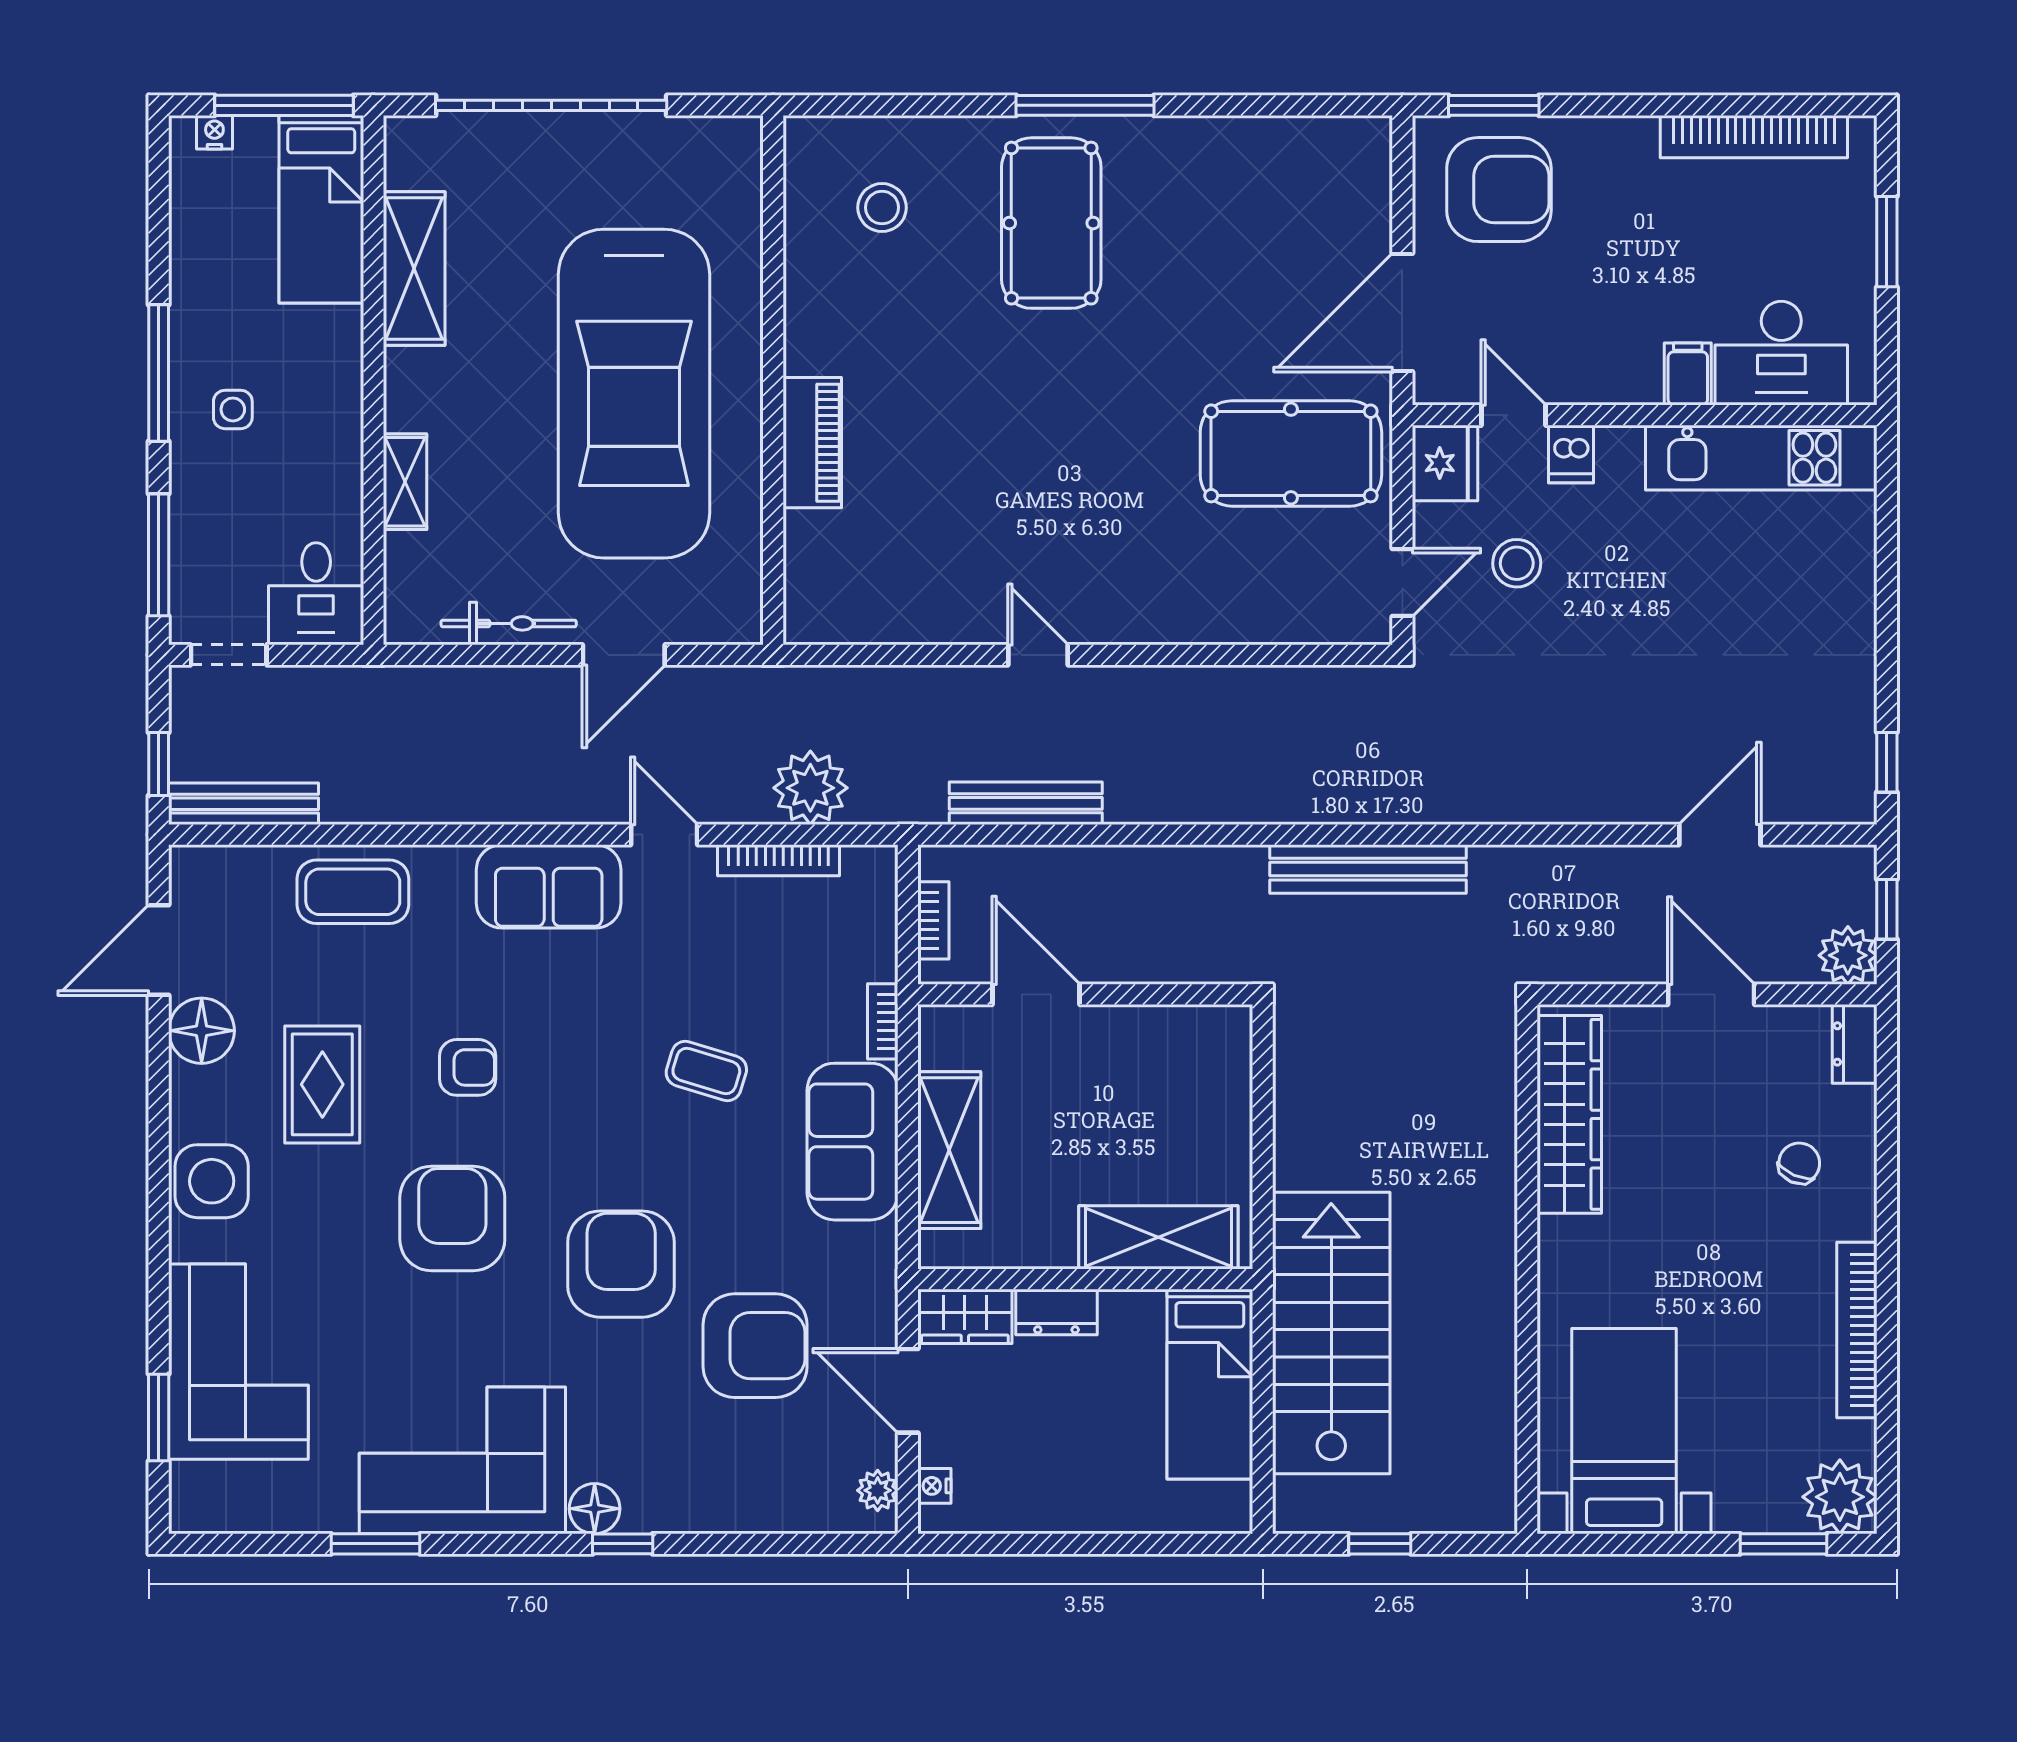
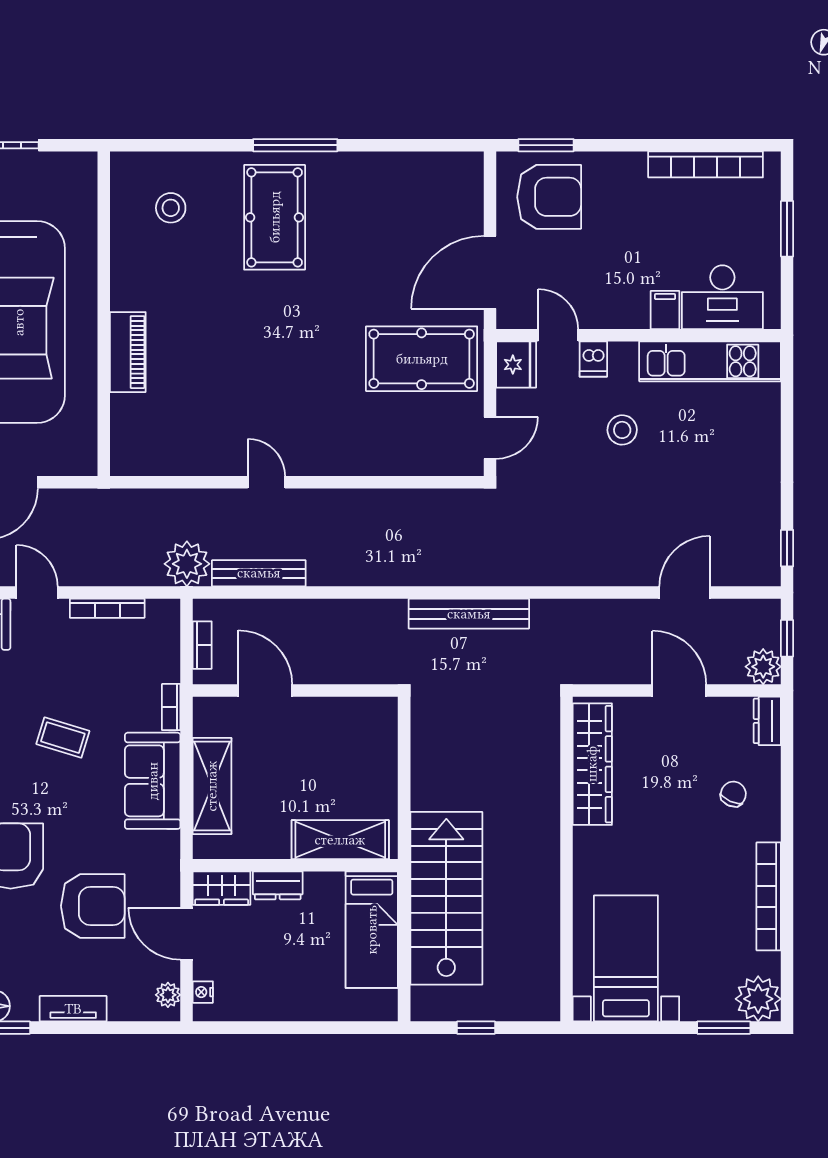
stool: (1517, 563) -> (622, 430), moved
plant: (810, 788) -> (187, 564), moved
tv unit: (723, 1513) -> (73, 1009), added

